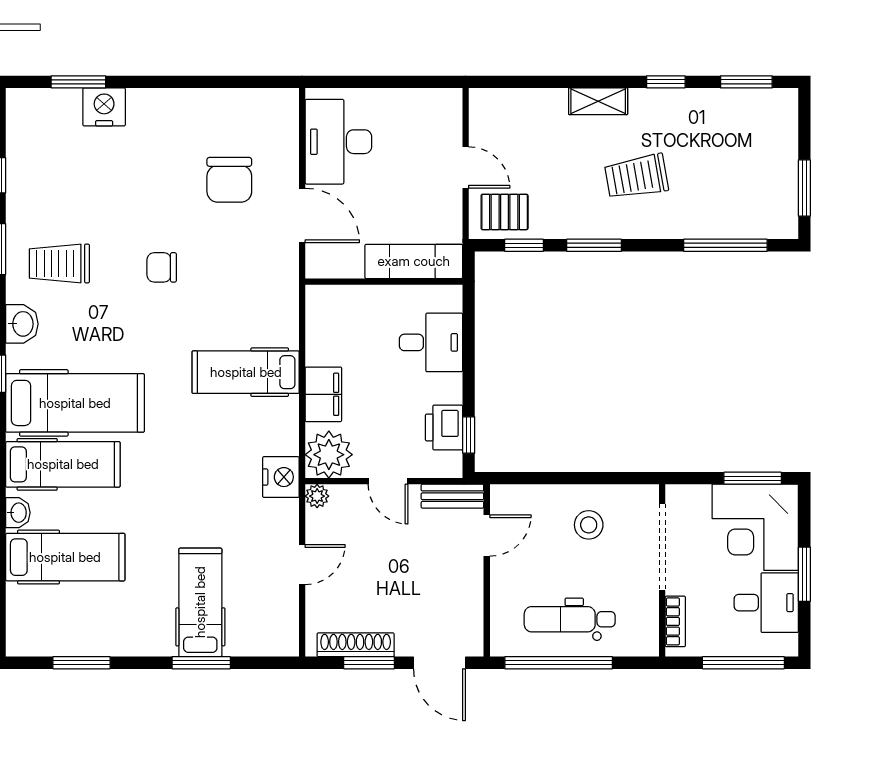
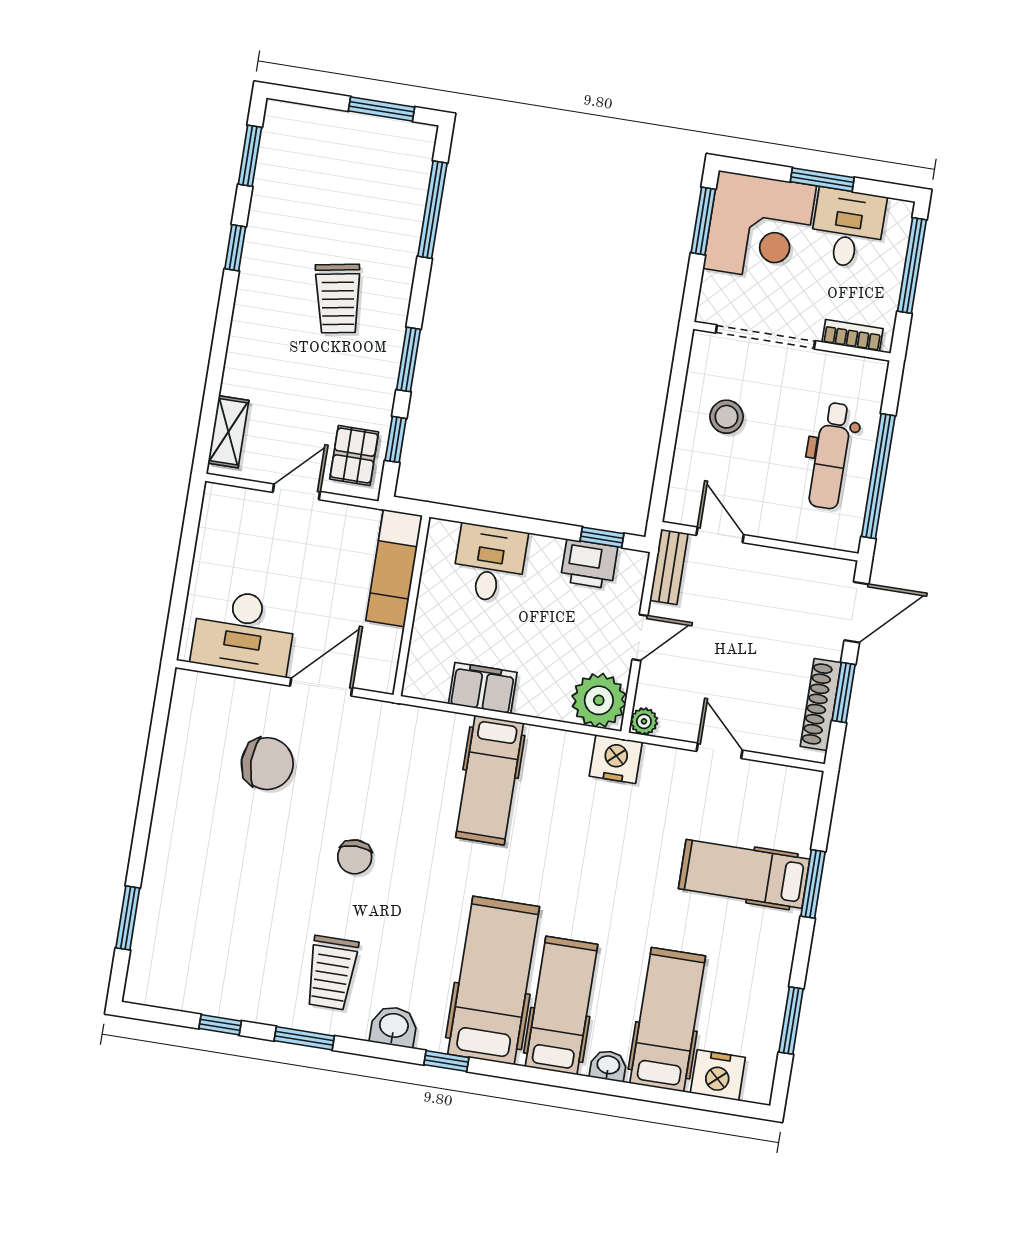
shelving: (598, 101) -> (228, 432), moved
nightstand: (104, 107) -> (718, 1075), moved, turned -90
filing cabinet: (323, 394) -> (483, 688), moved

